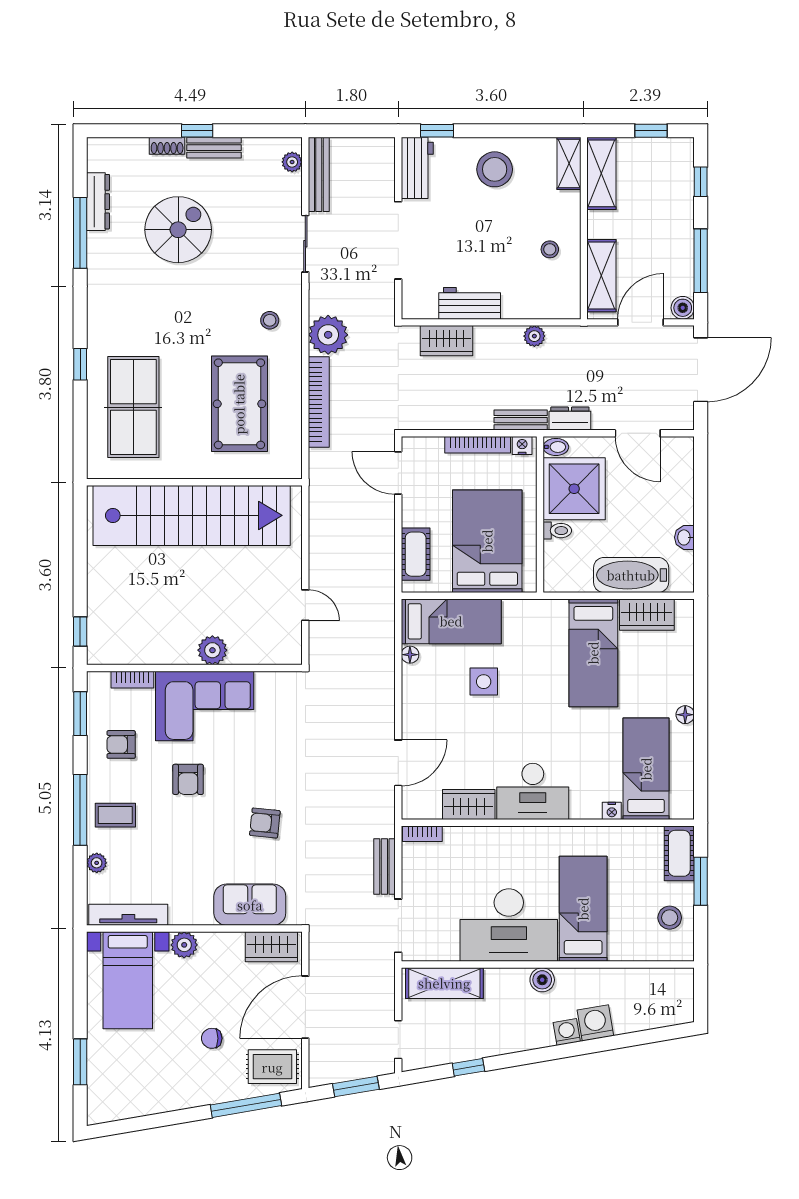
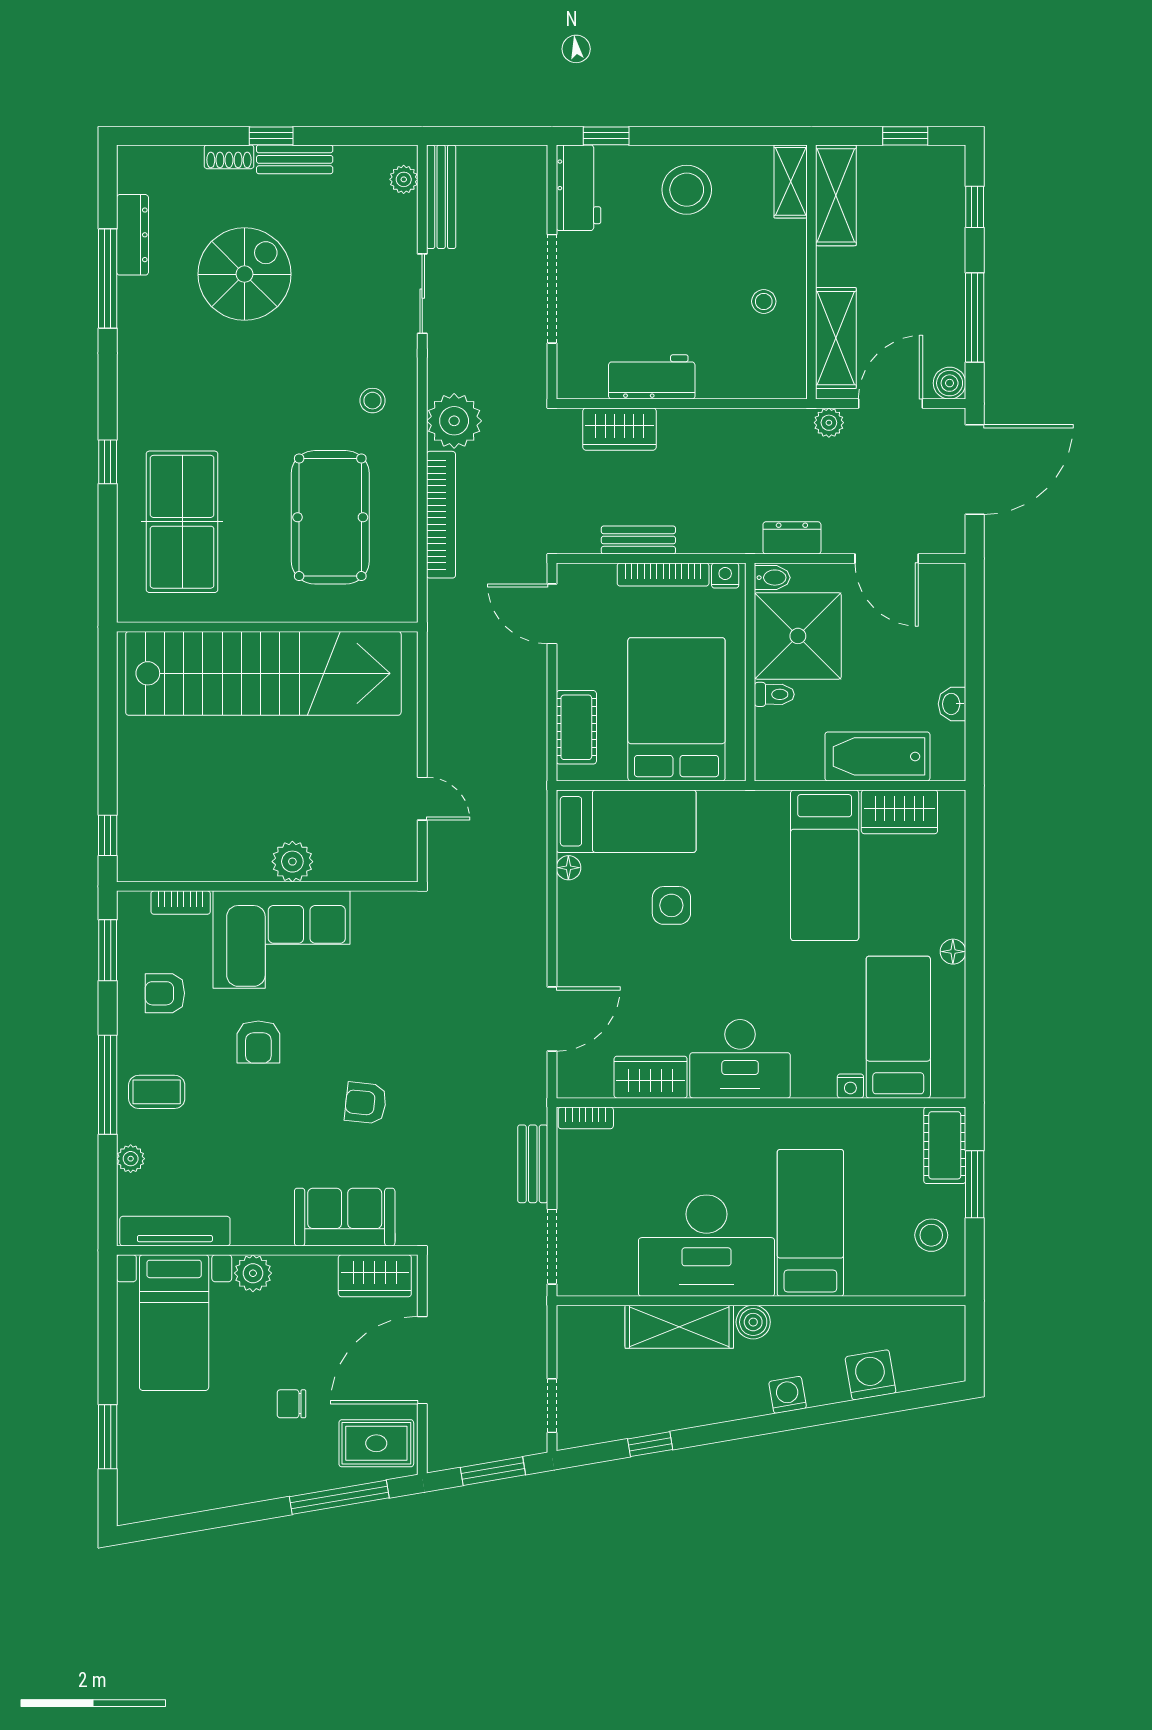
plant: (534, 336) -> (829, 423), moved
bench: (521, 420) -> (638, 540), moved
shelving: (444, 983) -> (679, 1327), moved
washing machine: (595, 1023) -> (871, 1375), moved

